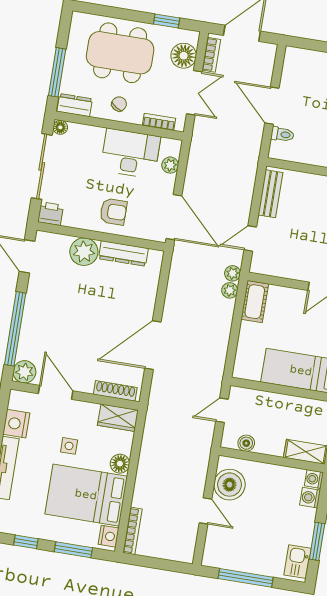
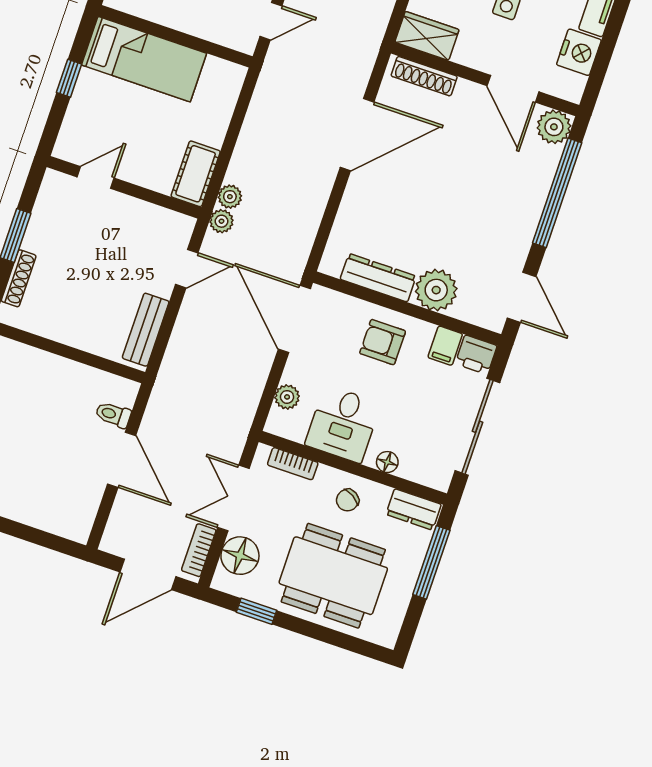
floor lamp: (60, 127) -> (387, 462), moved
desk: (130, 153) -> (343, 424), width x0.73
filing cabinet: (72, 216) -> (445, 346), added

